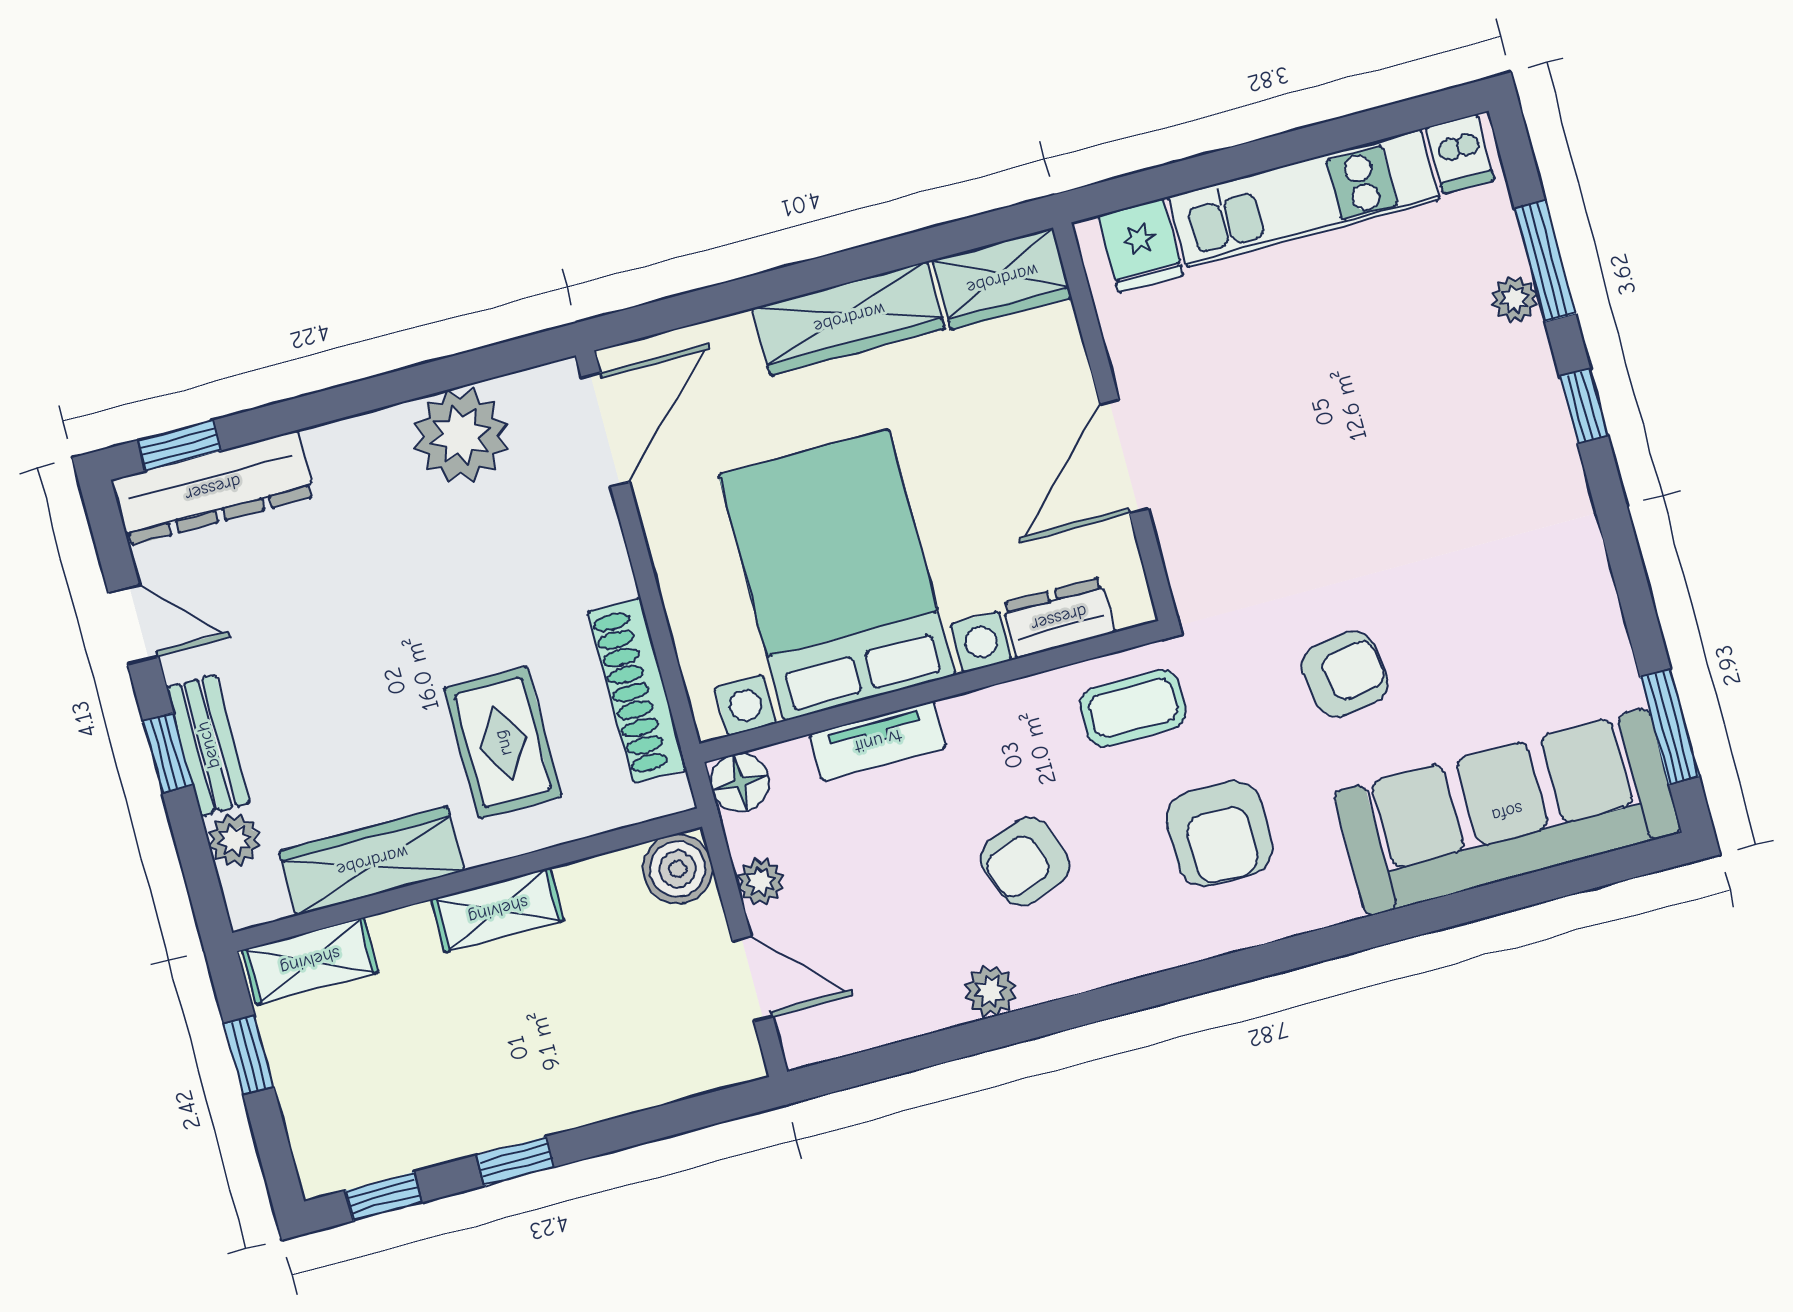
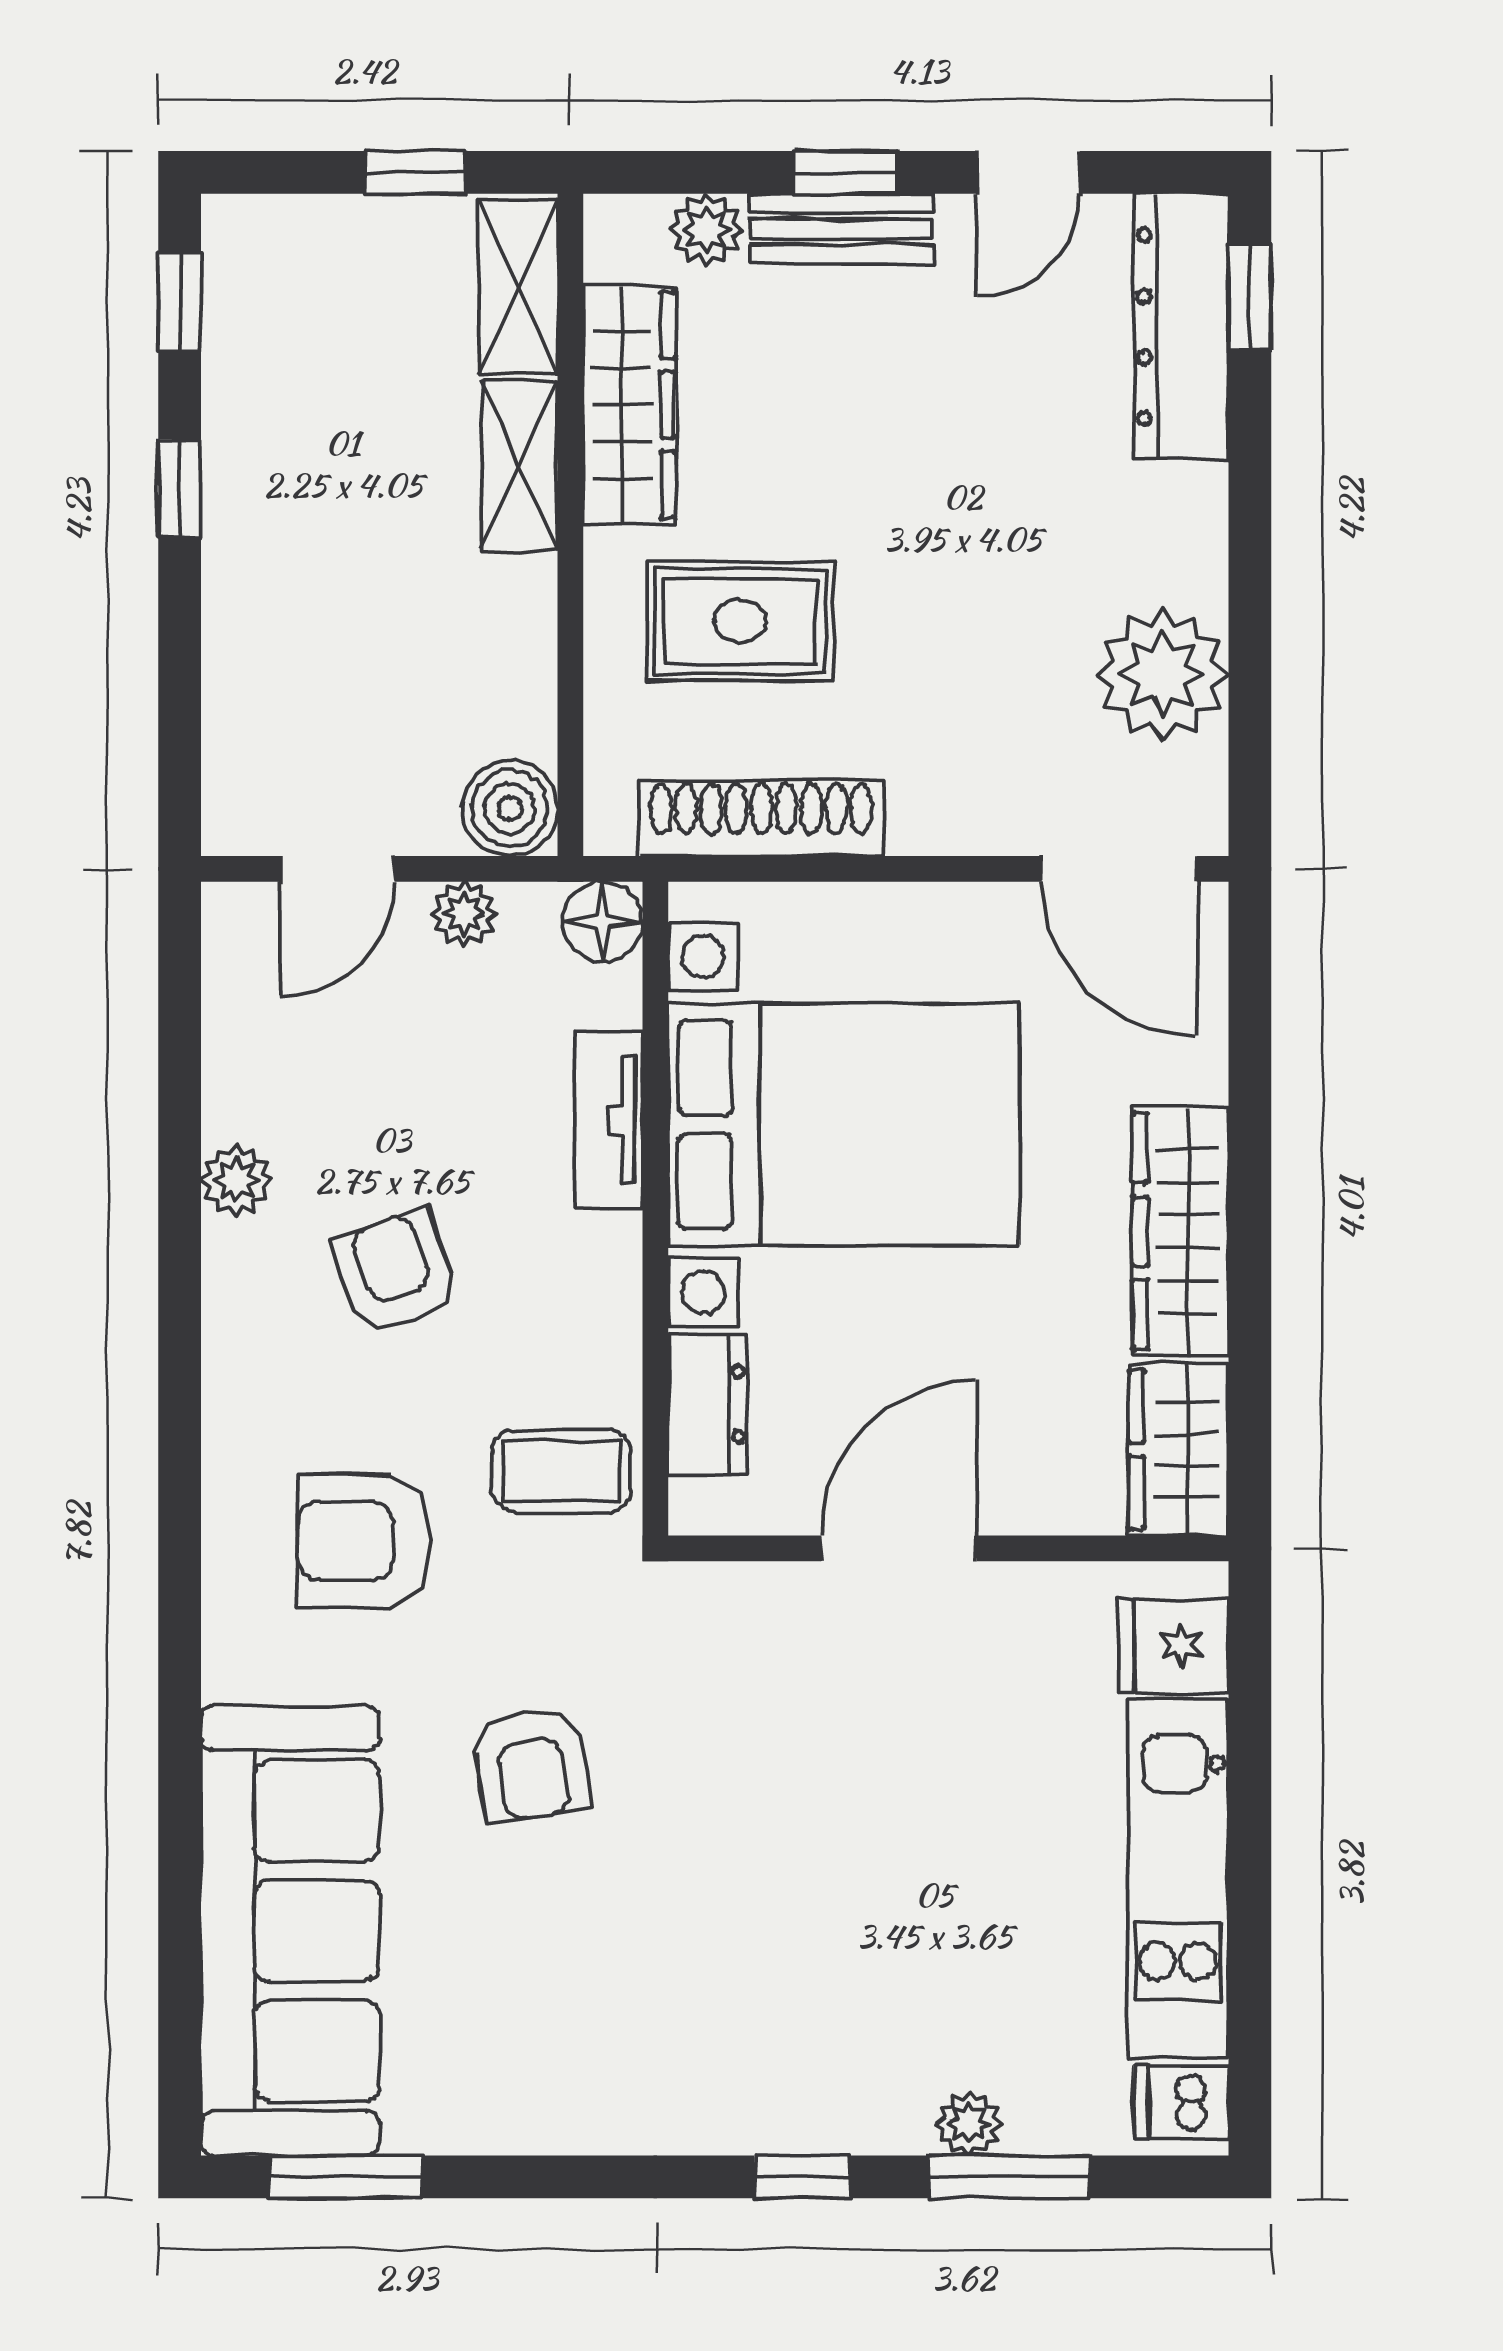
door: (1124, 456) -> (899, 1548), hinge flipped
coffee table: (1133, 708) -> (562, 1471), turned 90
shelving: (498, 910) -> (520, 466), moved

